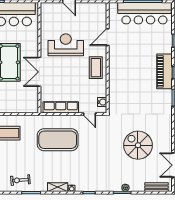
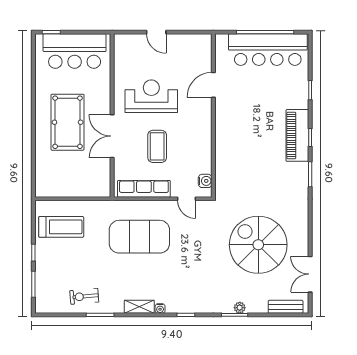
coffee table: (96, 68) -> (157, 146), moved
spiral stairs: (138, 145) -> (258, 245), width x1.37, depth x1.37

